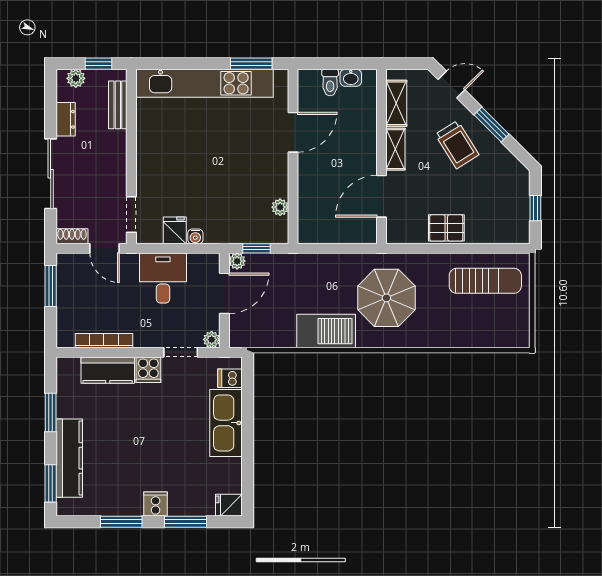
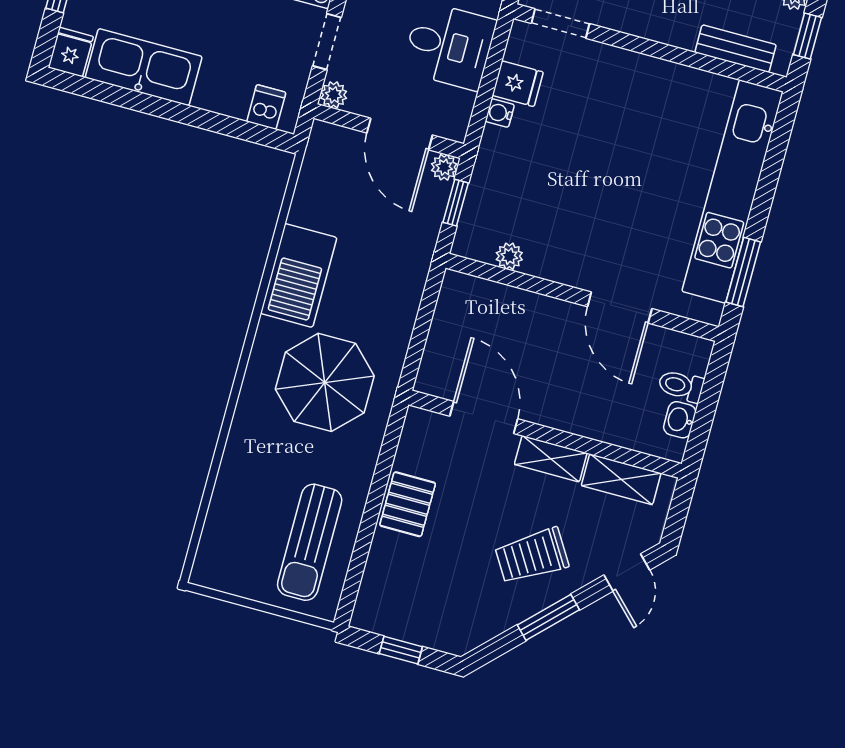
kitchen sink: (226, 423) -> (144, 67), moved

